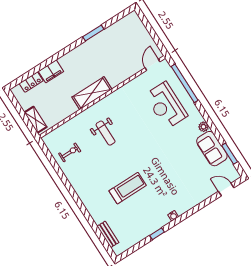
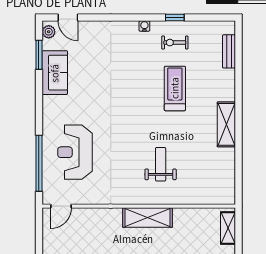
reception desk: (166, 105) -> (75, 152), turned 180
plant: (204, 127) -> (49, 32), moved
exercise bike: (70, 152) -> (175, 43), moved
shelving: (79, 186) -> (226, 124), added
treadmill: (128, 188) -> (175, 88), turned 90

